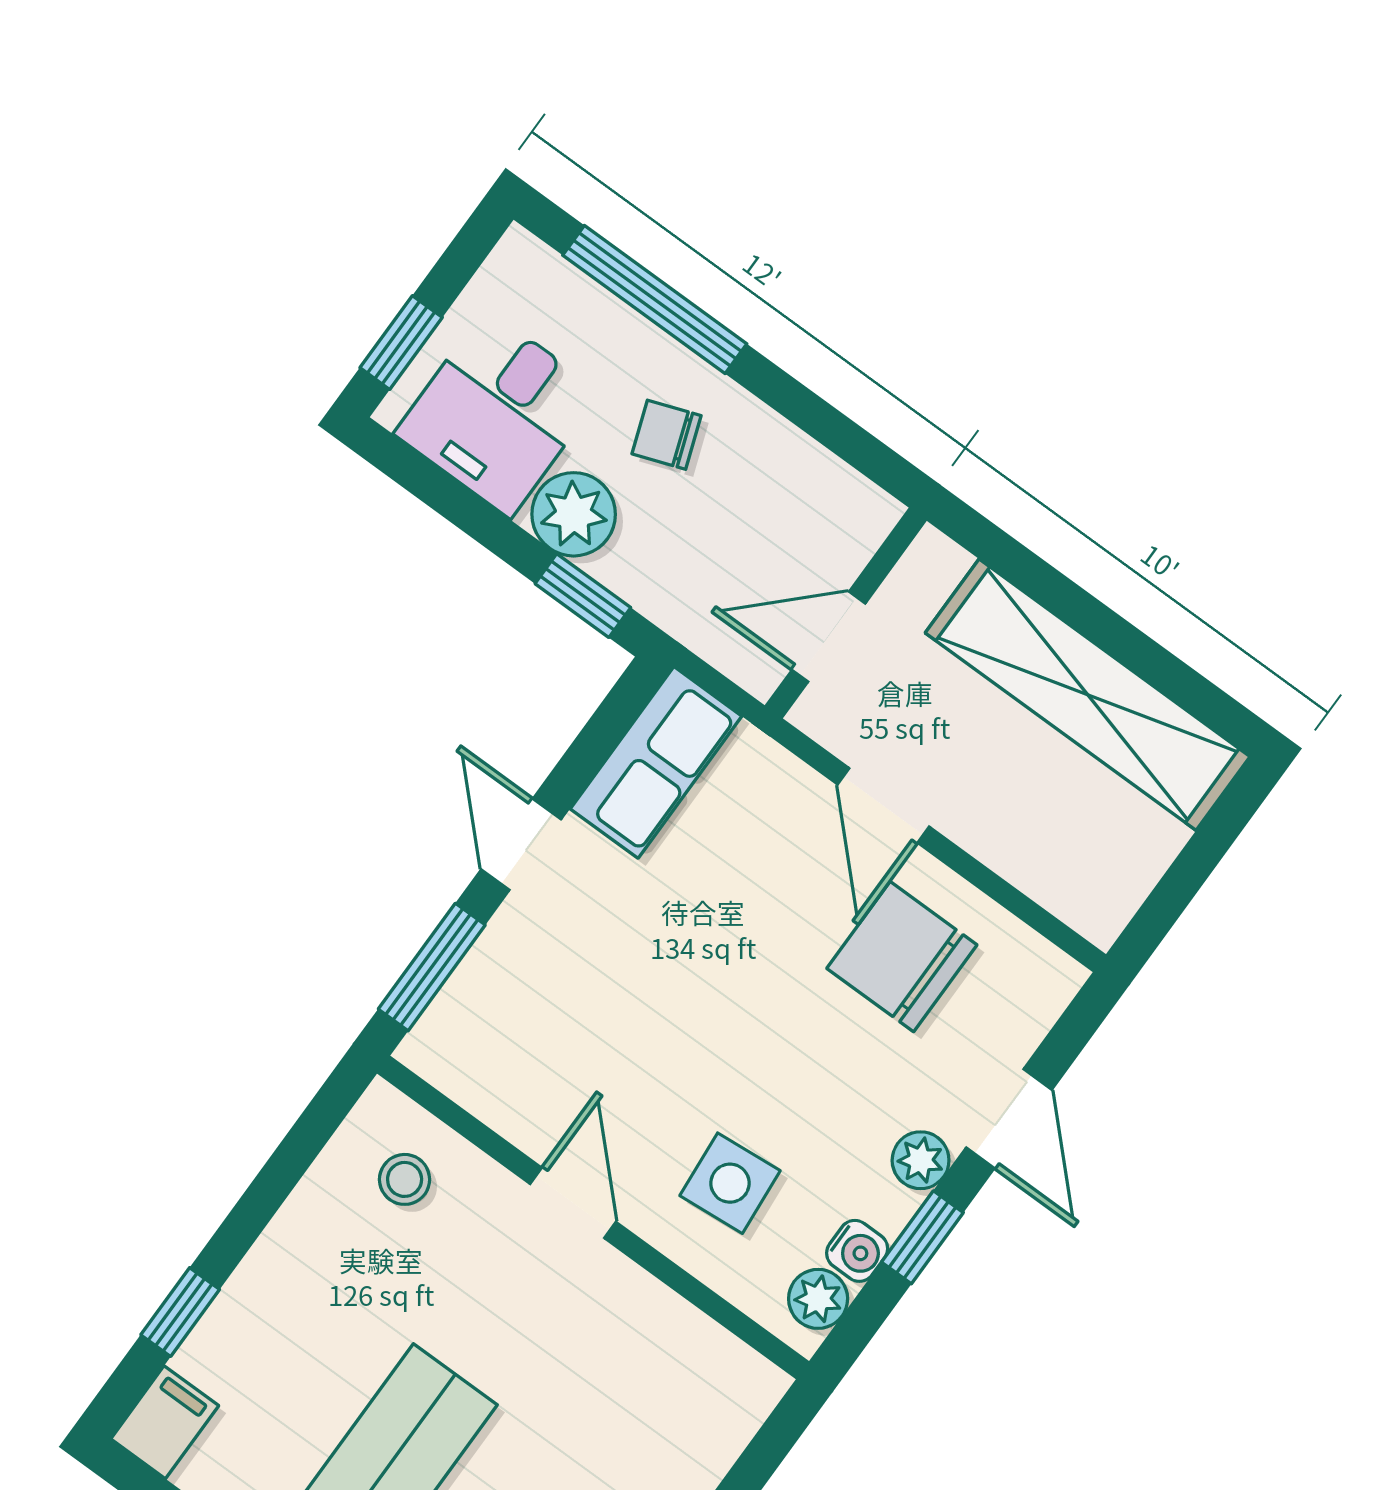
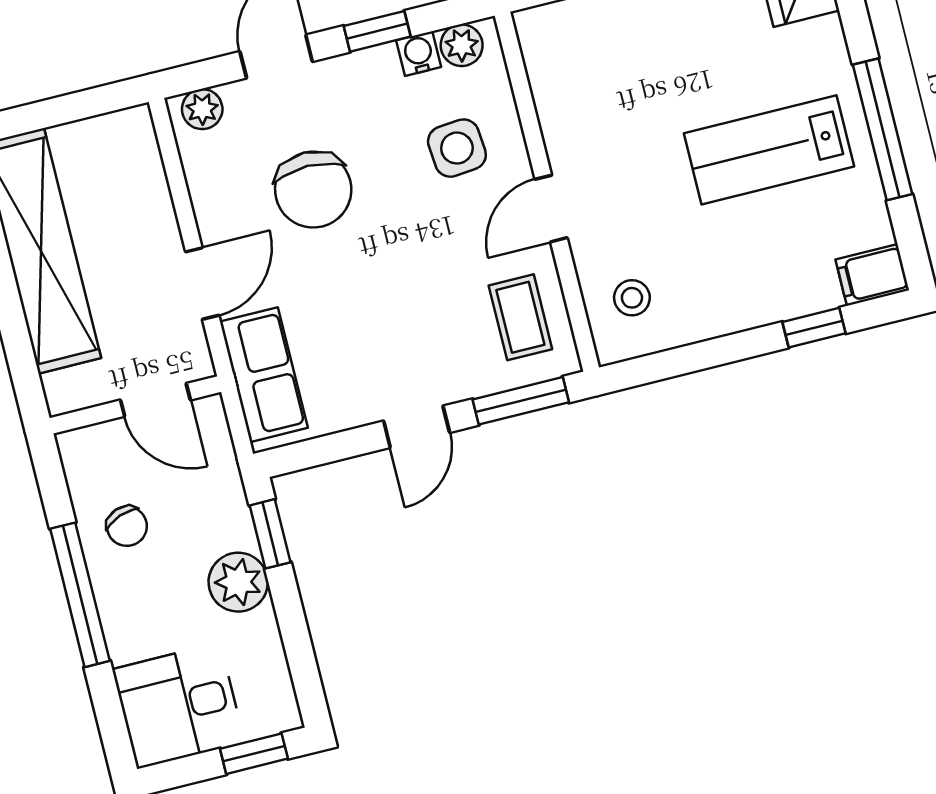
window: (655, 299) -> (80, 595), moved
desk: (498, 413) -> (179, 706), moved, turned 180
chair: (667, 435) -> (127, 526), moved
row of seats: (656, 762) -> (264, 375), moved, turned 90
chair: (902, 957) -> (313, 190), moved
coffee table: (508, 1057) -> (520, 317), added
plant: (921, 1160) -> (202, 109), moved

